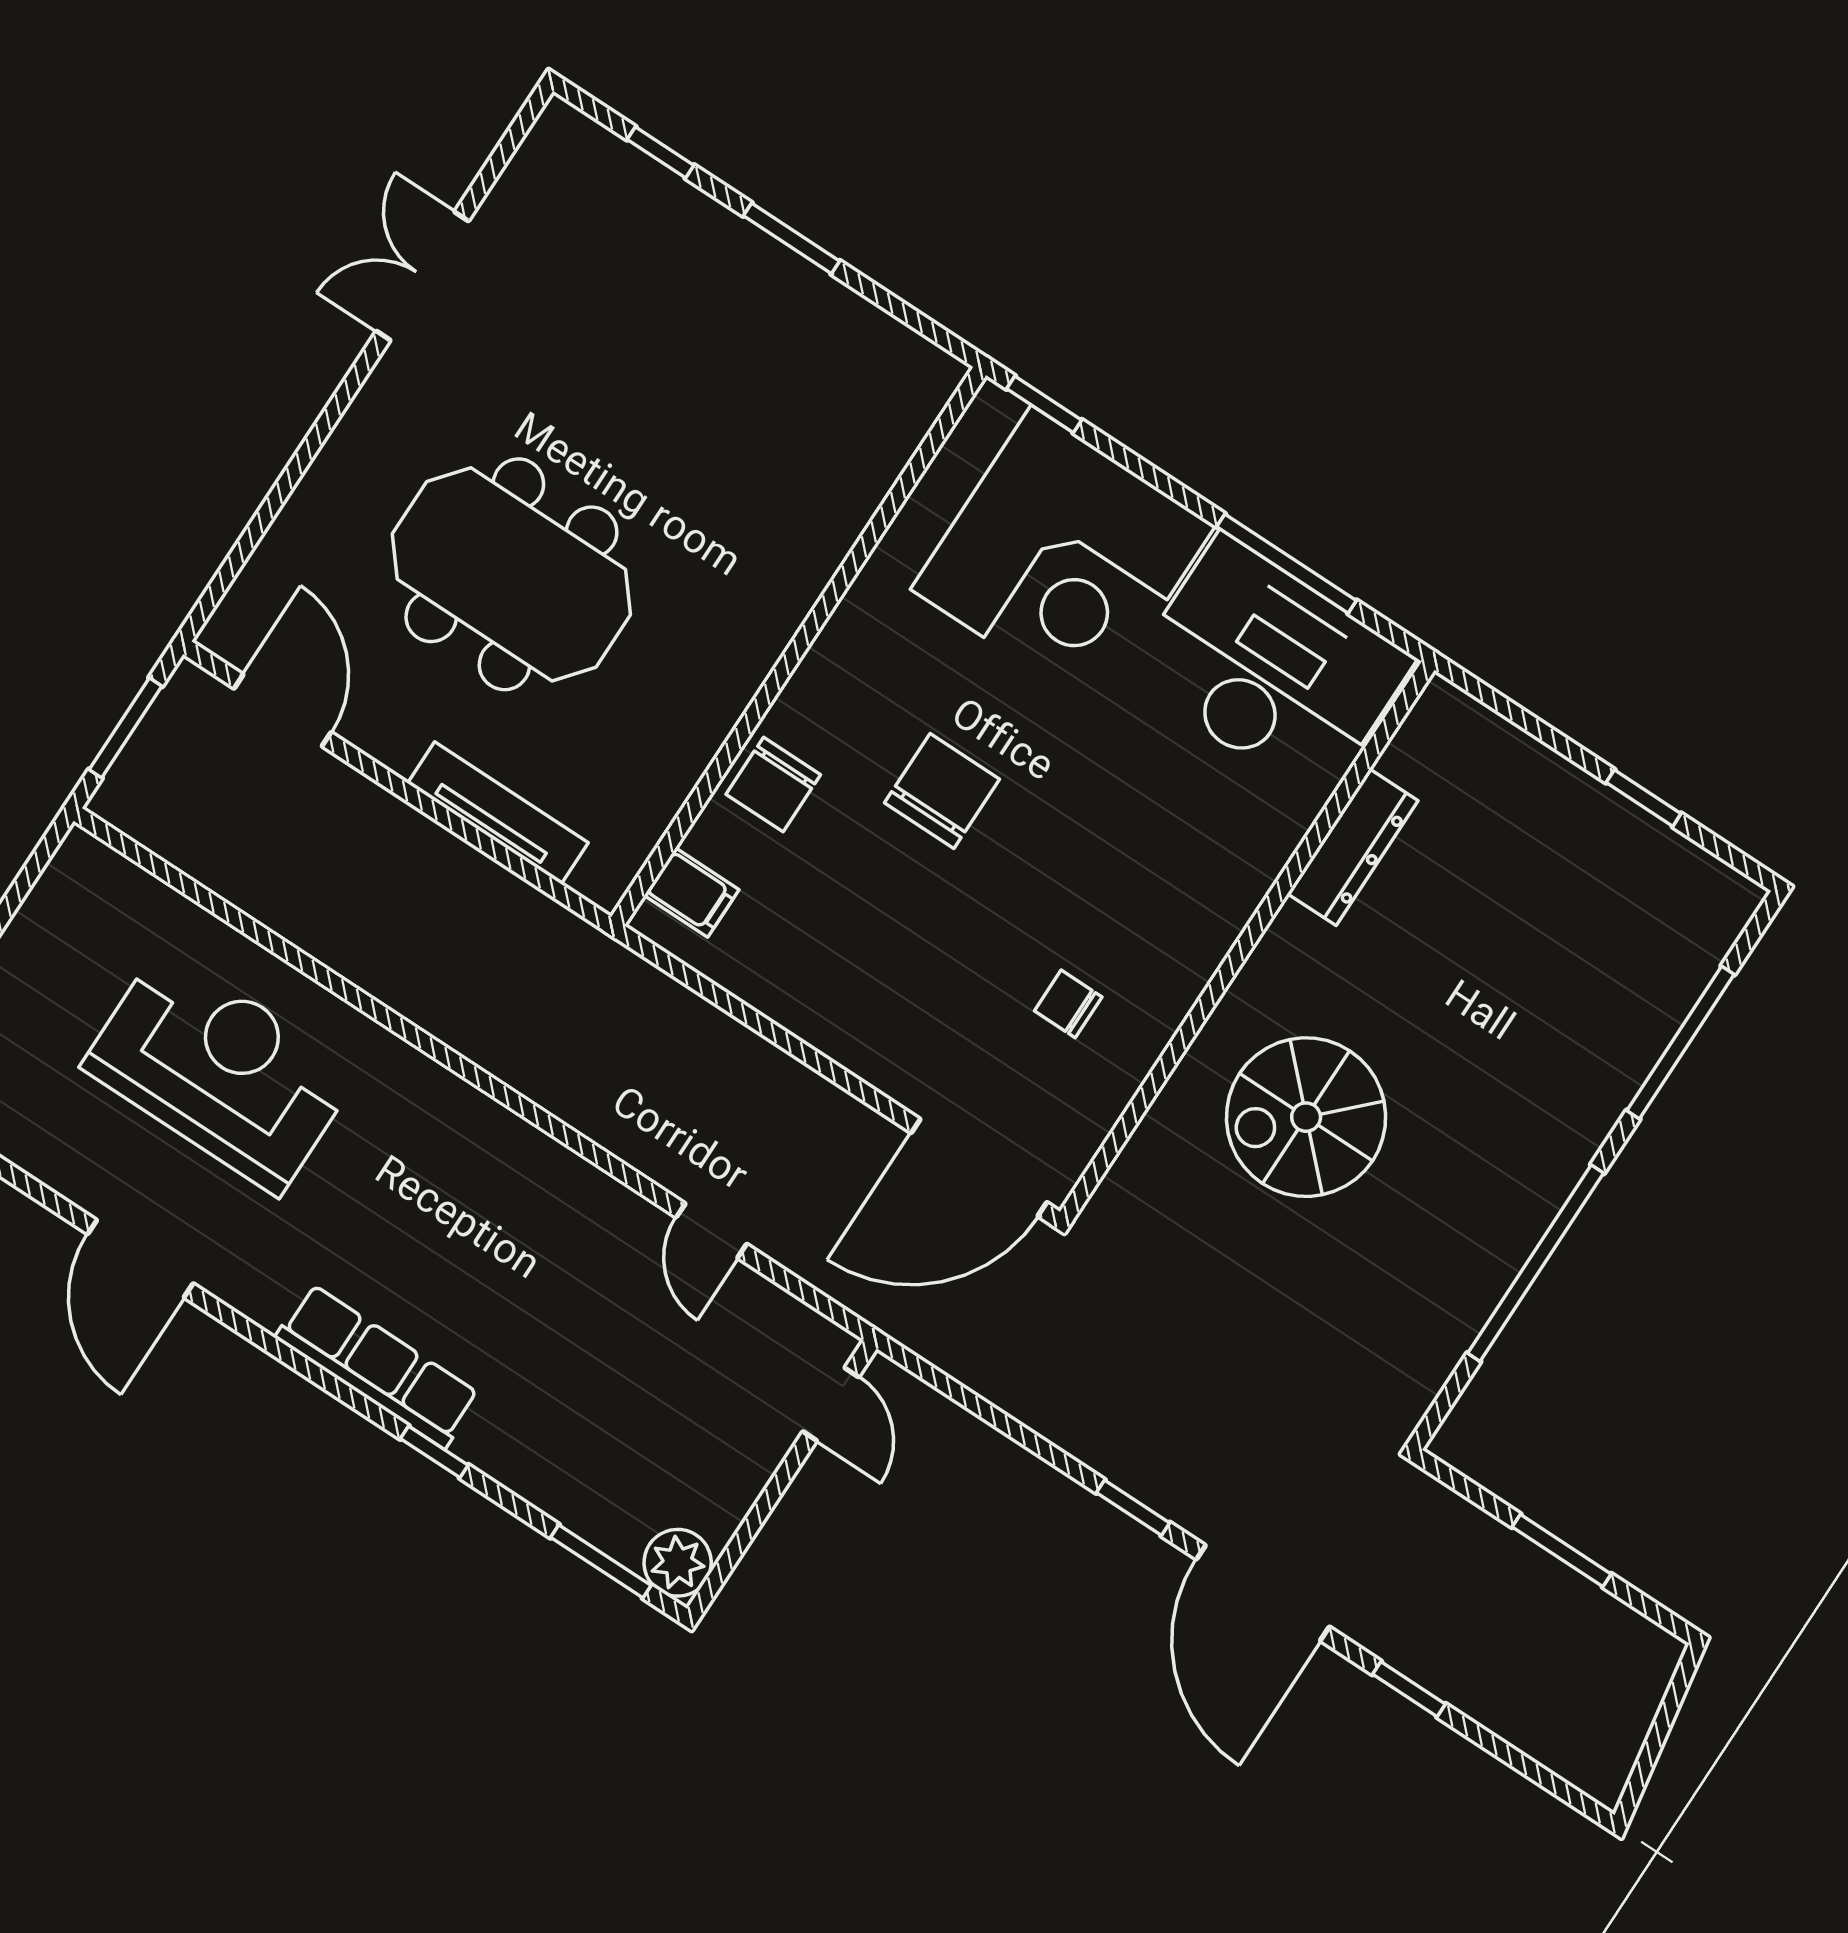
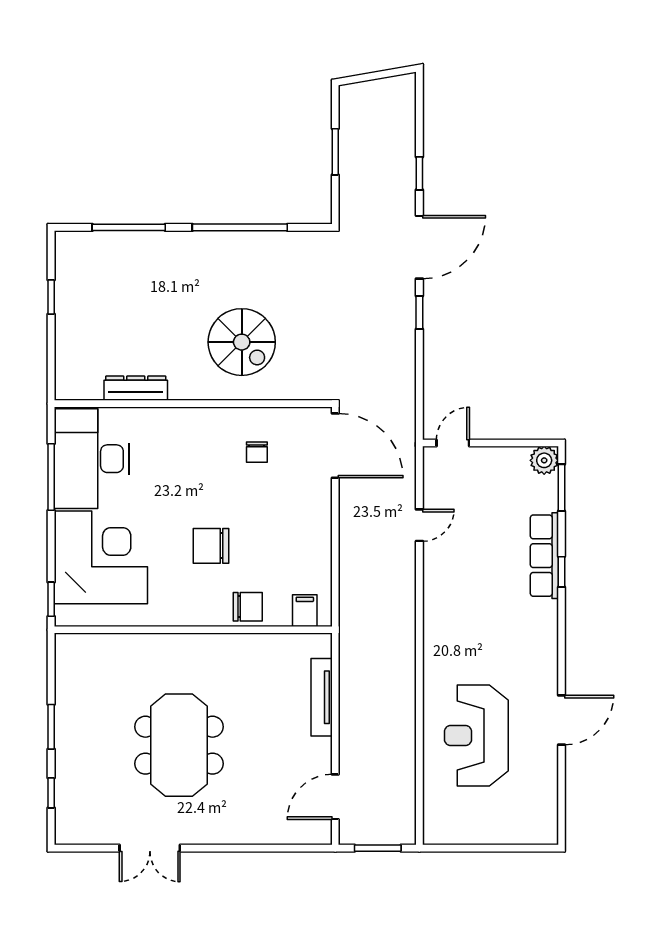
meeting table: (511, 574) -> (179, 745), moved
row of seats: (378, 1366) -> (544, 556), moved

